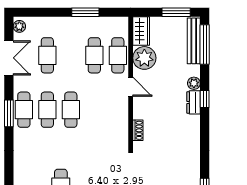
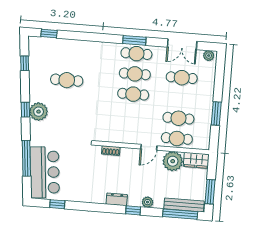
dresser: (194, 102) -> (117, 199), moved

